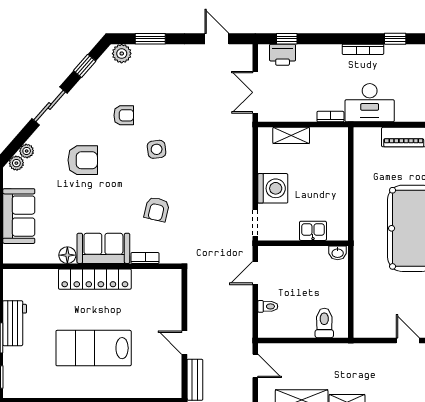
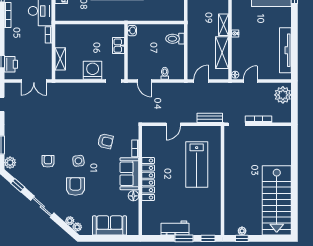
side table: (157, 149) -> (78, 161), moved
door: (184, 343) -> (173, 124), moved
lab bench: (94, 348) -> (197, 165), moved

